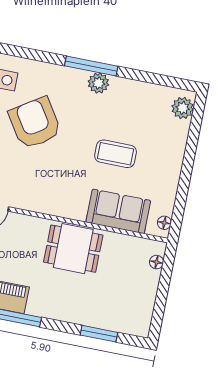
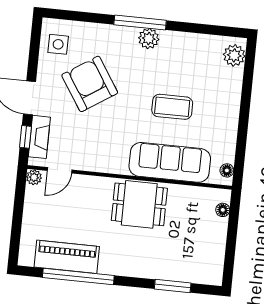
sofa: (118, 211) -> (170, 162), width x1.36

